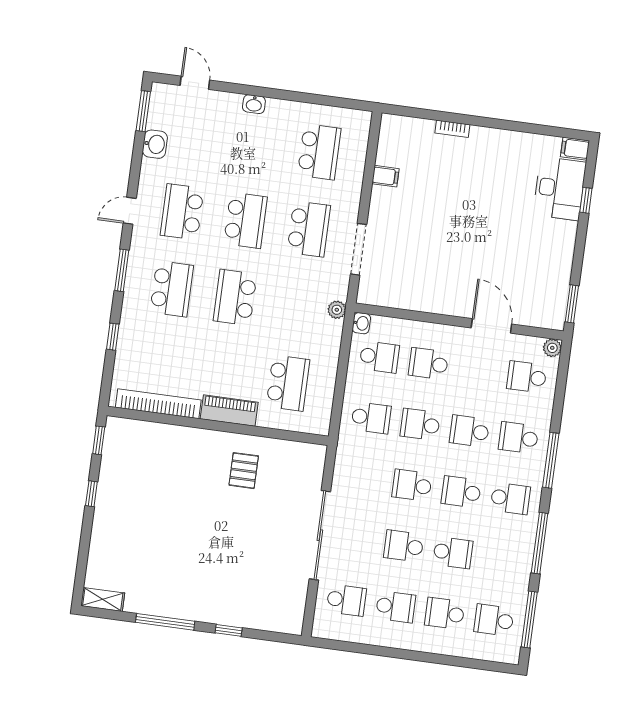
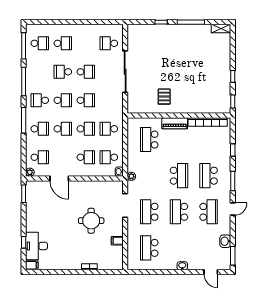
round table: (435, 227) -> (91, 221), added
school desk: (396, 607) -> (86, 43), removed

